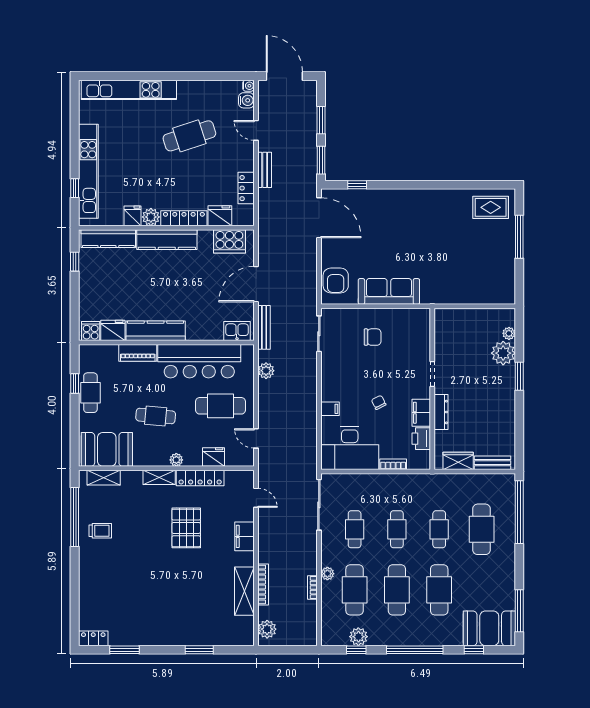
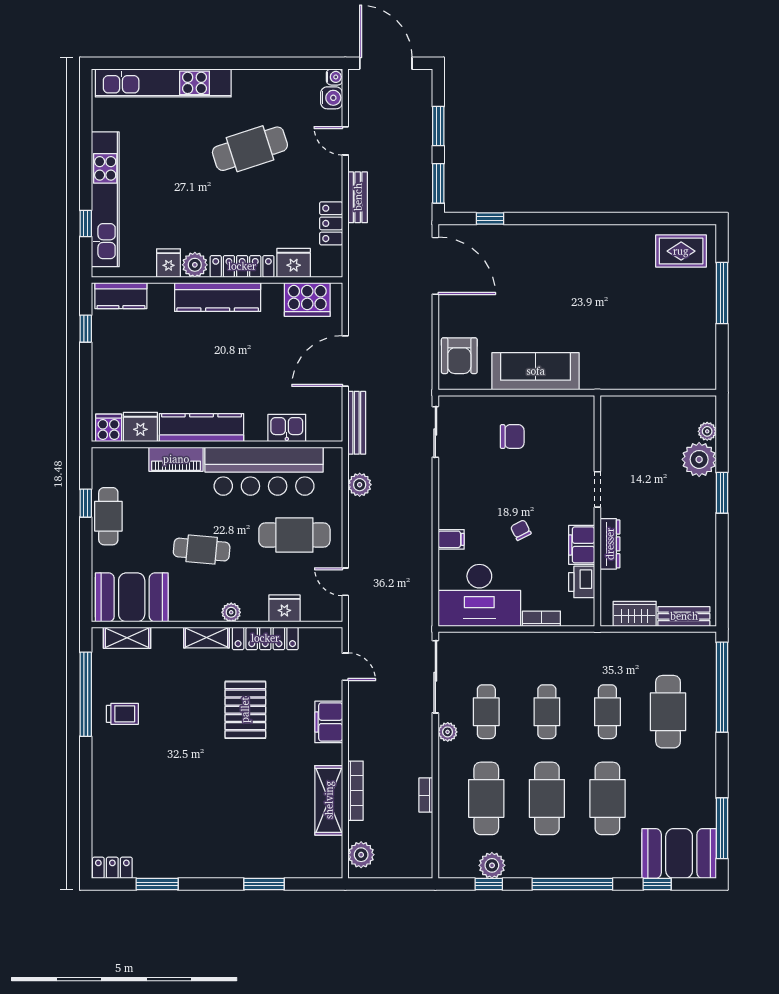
kitchen counter: (108, 239) -> (121, 296), width x0.67
kitchen sink: (237, 331) -> (287, 428), moved
plant: (327, 574) -> (448, 732), moved

